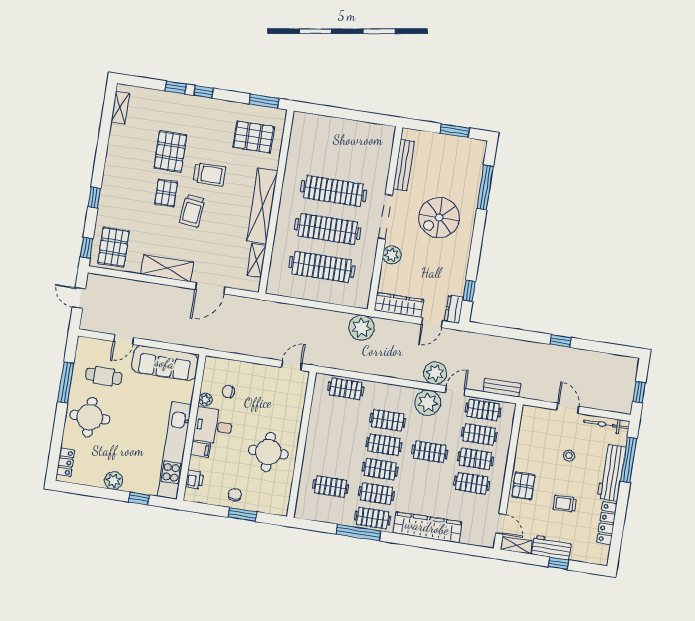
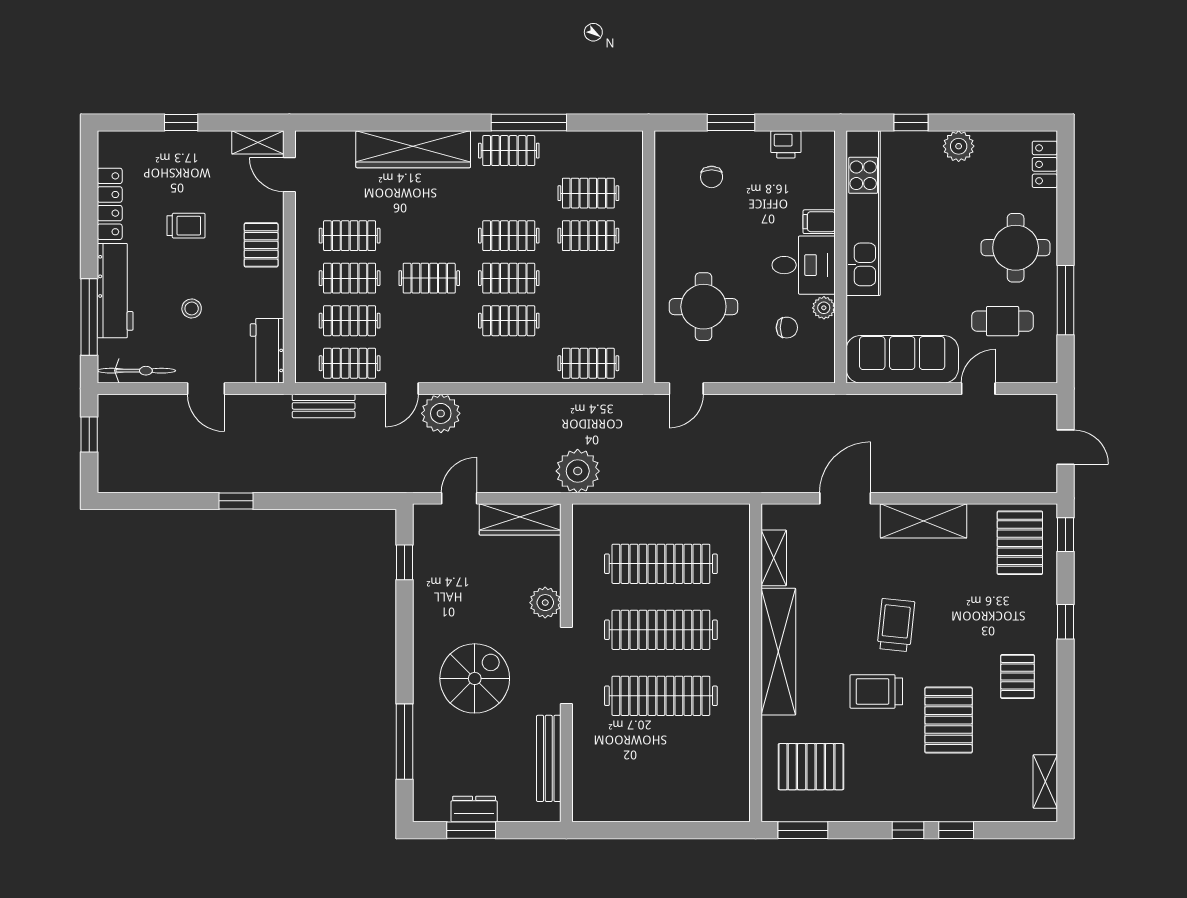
pallet: (166, 193) -> (1018, 677), moved
dresser: (454, 309) -> (474, 809), moved, turned -90
plant: (428, 403) -> (445, 361), removed
round table: (268, 452) -> (703, 307), moved
printer: (194, 479) -> (786, 144), moved, turned -90
clothes rail: (376, 494) -> (588, 236), moved
chair: (235, 495) -> (712, 177), moved
workbench: (551, 548) -> (267, 351), moved, turned 90

